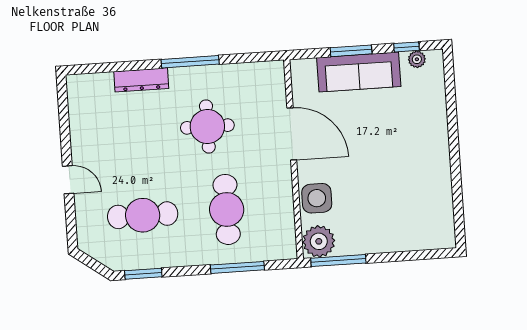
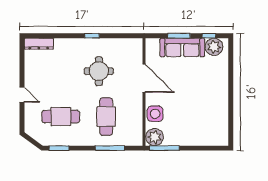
plant: (417, 59) -> (214, 47), width x1.87, depth x1.87
window: (190, 62) -> (92, 36), width x0.46
dresser: (141, 80) -> (39, 44), moved

